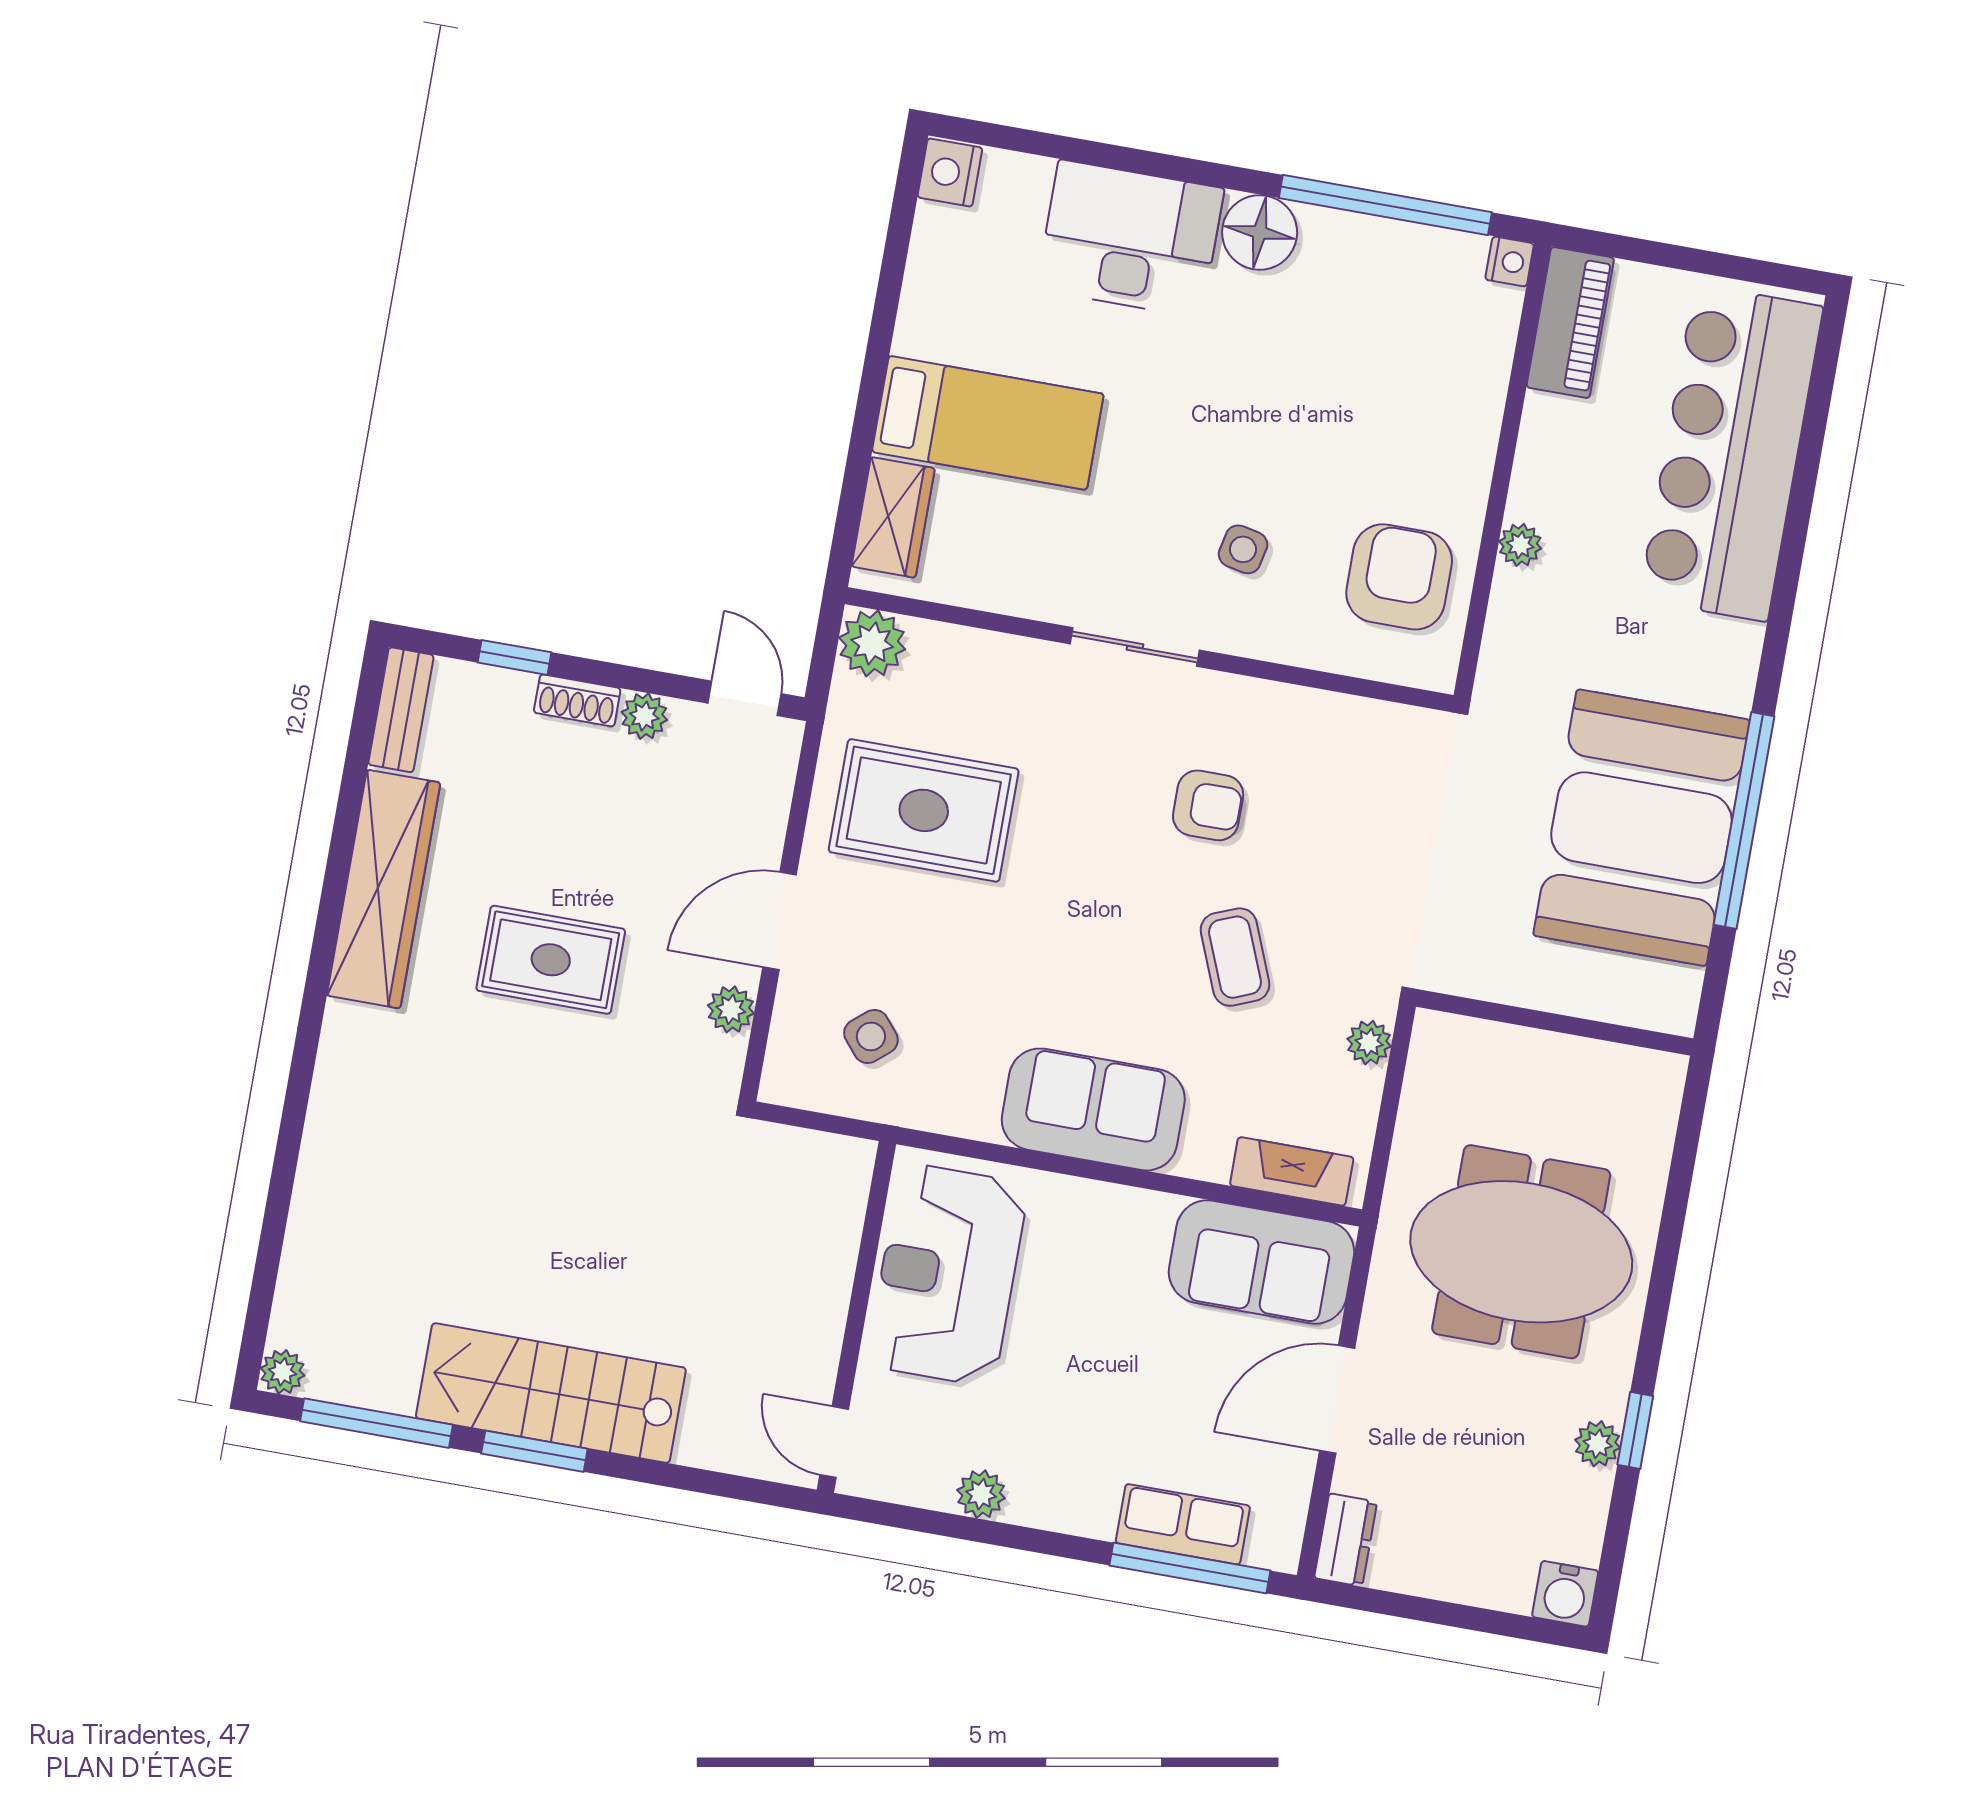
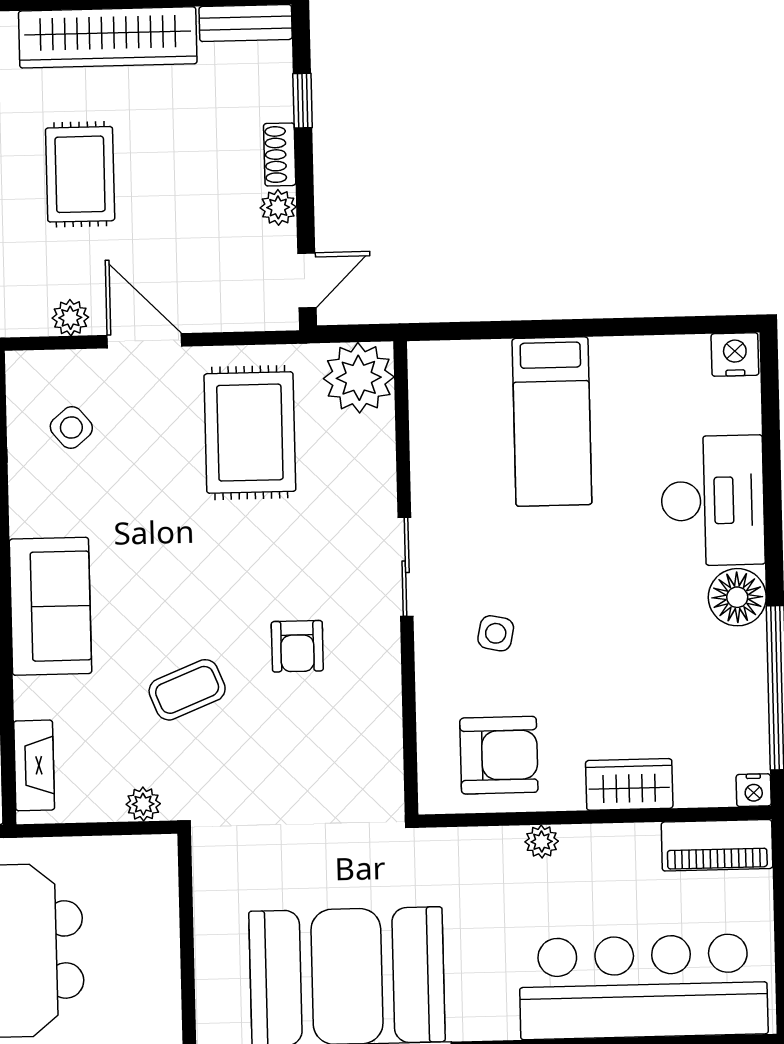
wardrobe: (893, 517) -> (629, 784), moved, turned 180
plant: (872, 643) -> (359, 378), width x1.36, depth x1.36

